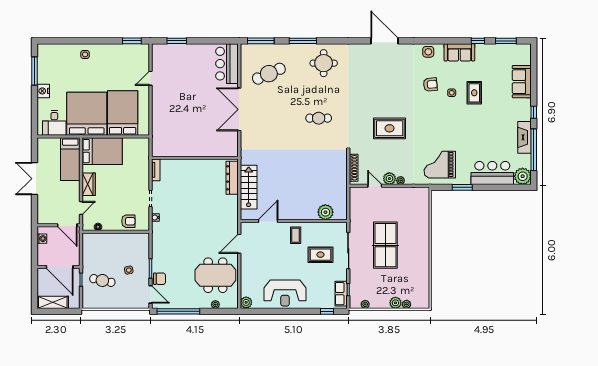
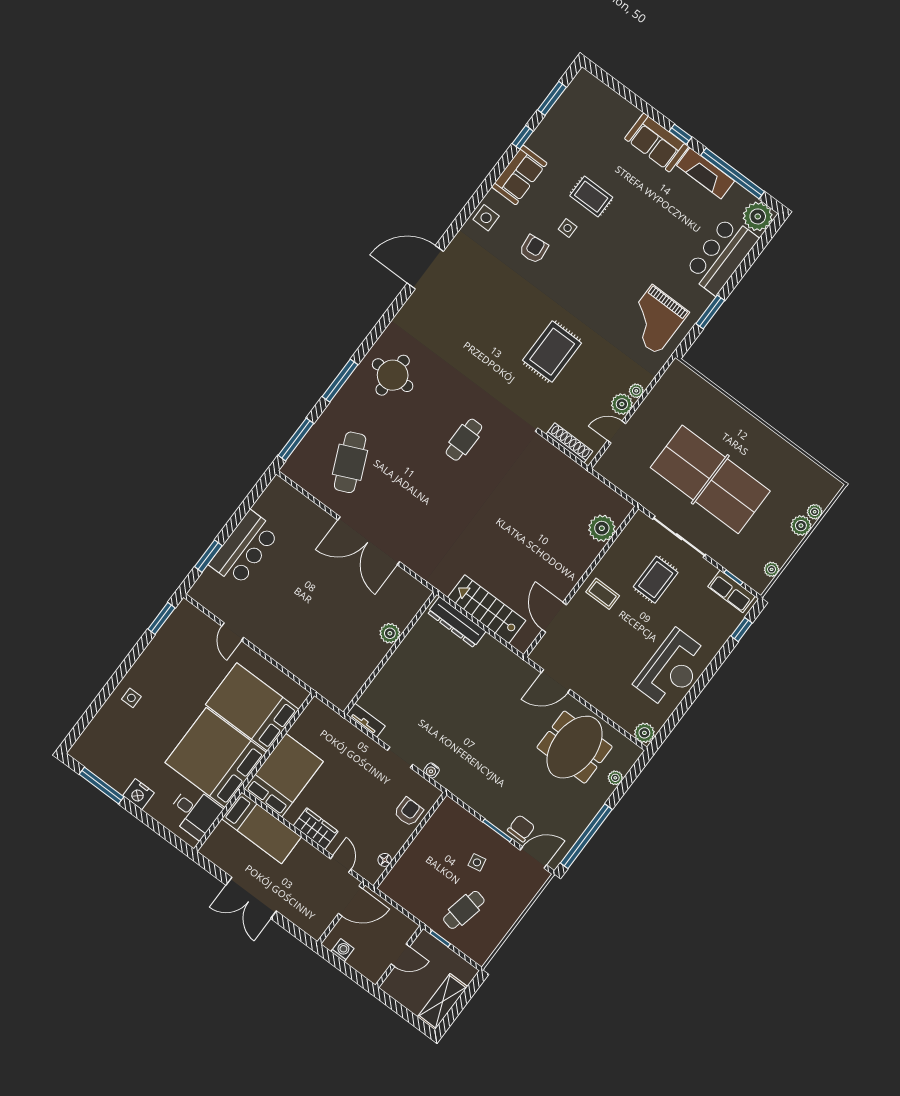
bar counter: (227, 64) -> (244, 548), moved, turned -90
sofa: (522, 82) -> (657, 143), moved
plant: (204, 151) -> (390, 633), added
door: (239, 244) -> (556, 681), hinge flipped
table tennis table: (385, 245) -> (710, 479), width x1.36, depth x1.32
door: (60, 267) -> (400, 955), width x0.53

